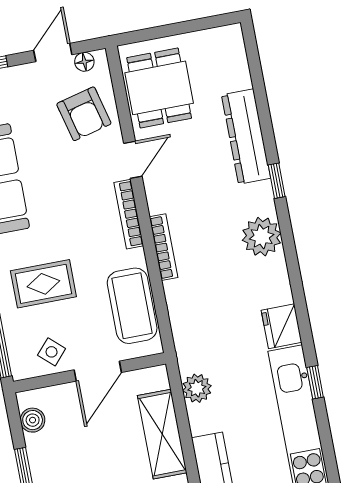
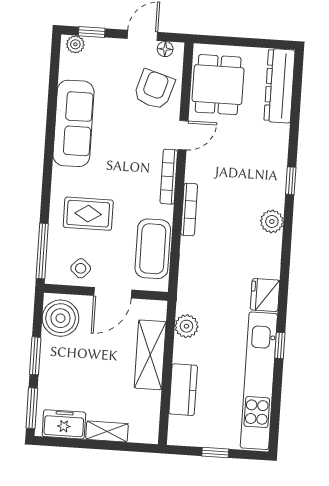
armchair: (84, 114) -> (154, 89), turned -149
dresser: (246, 137) -> (279, 86), moved
plant: (262, 237) -> (272, 221), width x0.73, depth x0.73
boiler: (33, 420) -> (60, 318), width x1.86, depth x1.86

